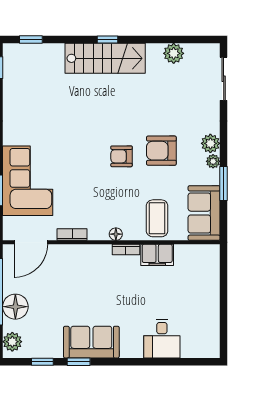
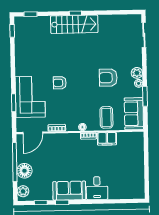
plant: (174, 53) -> (114, 21), removed
armchair: (122, 156) -> (60, 83), moved
desk: (162, 339) -> (97, 188), moved

